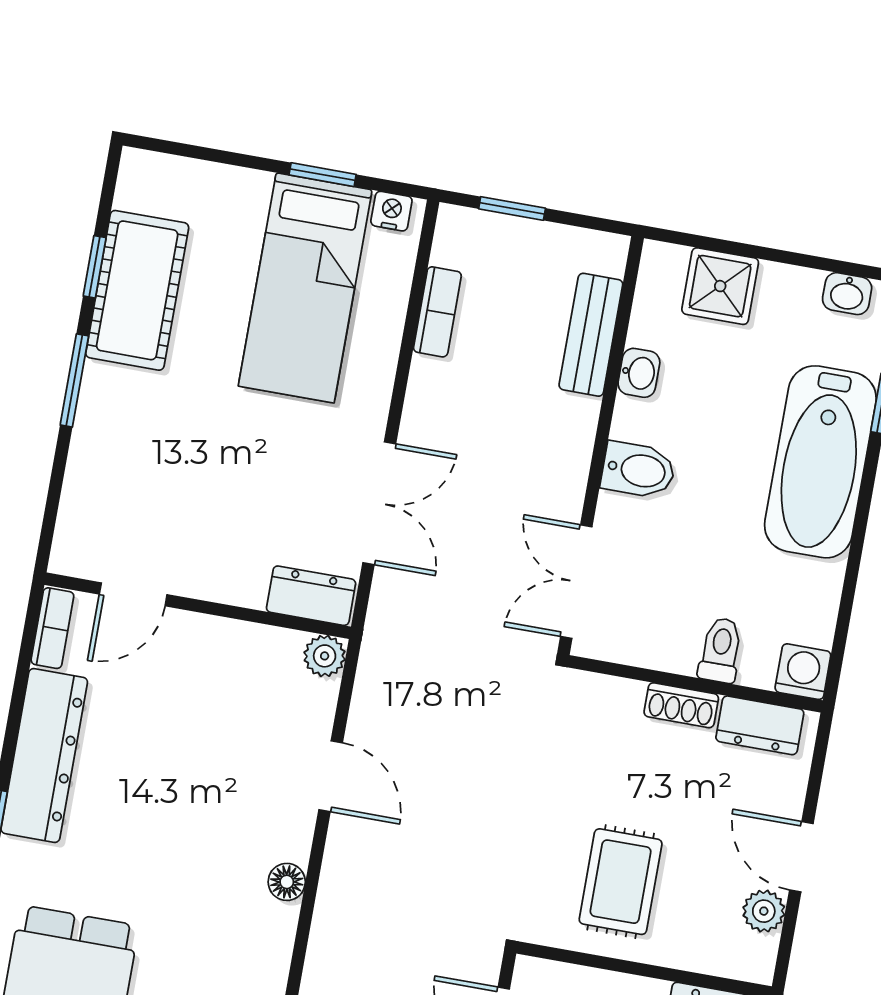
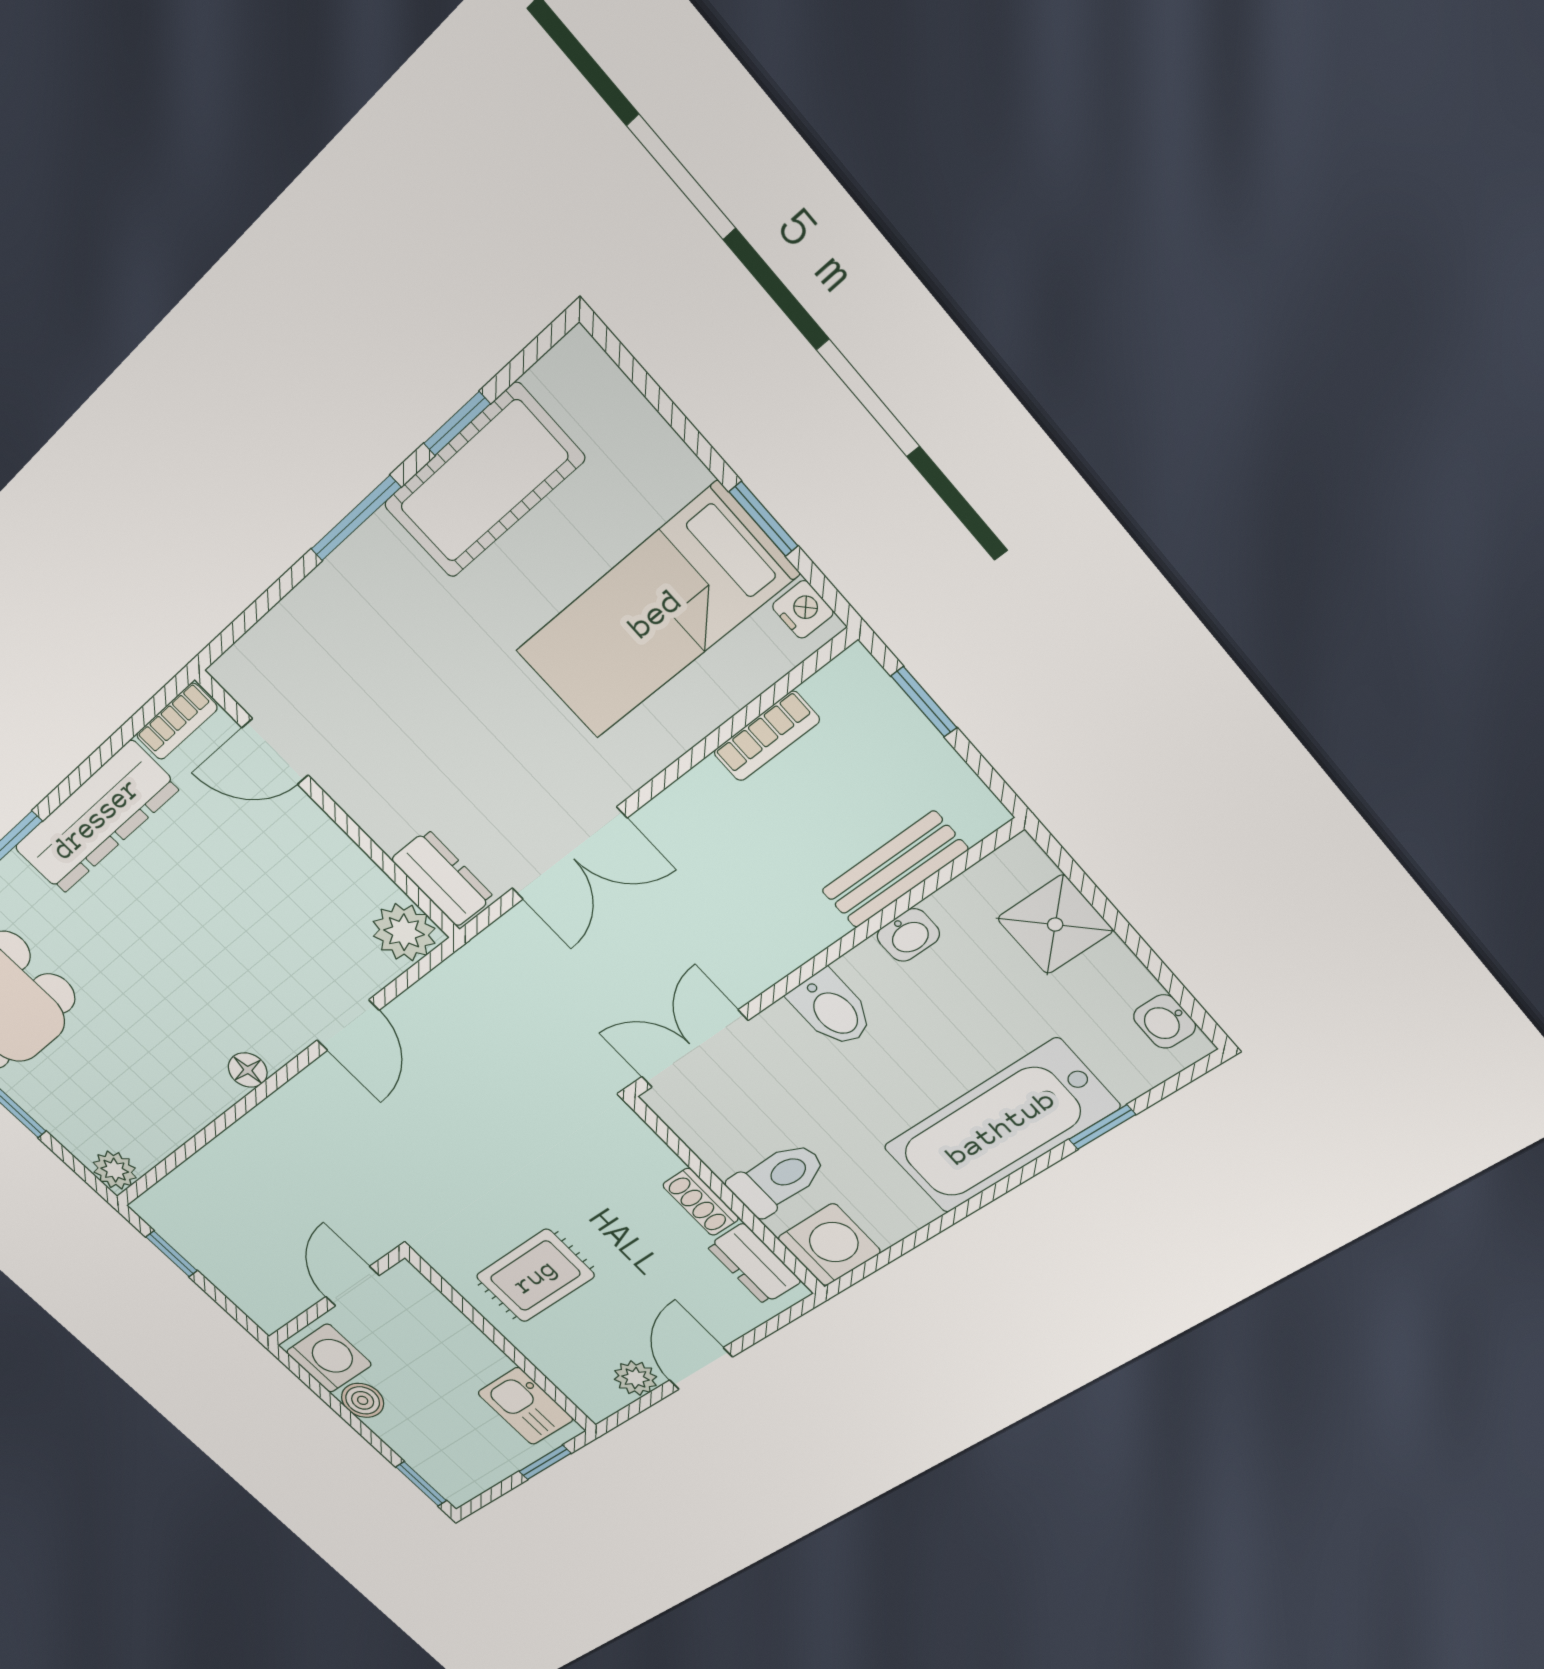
toilet: (721, 650) -> (778, 1179), width x1.37, depth x1.39
plant: (325, 656) -> (404, 932), width x1.38, depth x1.38
washing machine: (803, 672) -> (829, 1245), width x1.38, depth x1.38

